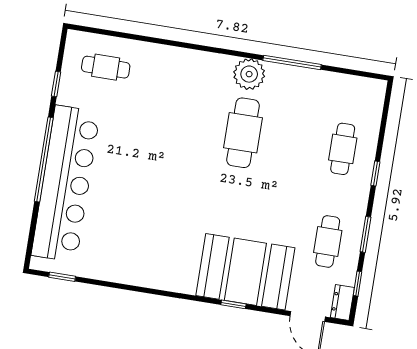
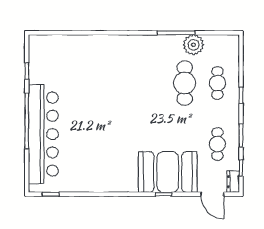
cafe table: (106, 67) -> (57, 55), removed
plant: (249, 74) -> (193, 45), moved
cafe table: (243, 133) -> (185, 83), moved

